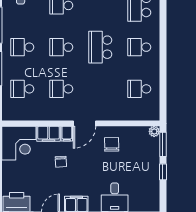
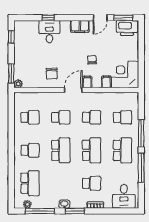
school desk: (22, 47) -> (122, 150), width x1.85
school desk: (61, 47) -> (92, 150), width x1.85
school desk: (100, 89) -> (61, 117), added
filing cabinet: (49, 134) -> (106, 82), width x0.50
window: (163, 172) -> (11, 37), moved

